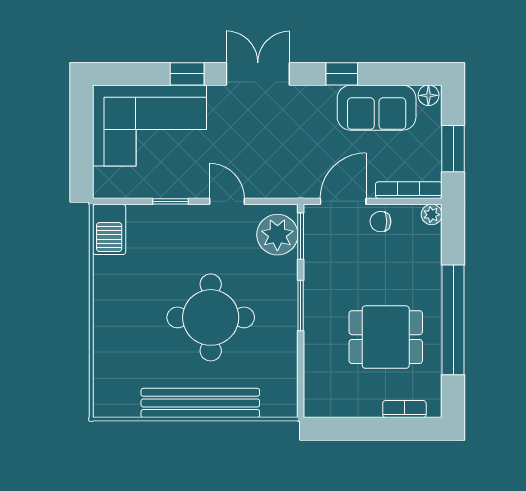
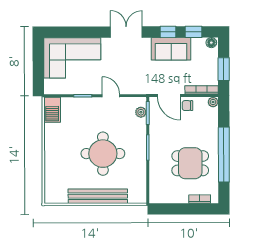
window: (187, 74) -> (193, 32), moved
sofa: (377, 108) -> (171, 49), moved
door: (343, 201) -> (169, 96), swing flipped
plant: (277, 235) -> (141, 112), width x0.53, depth x0.53

